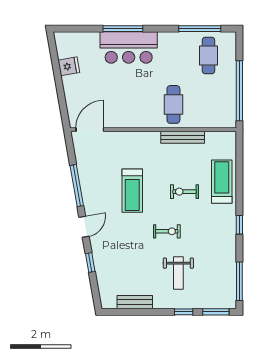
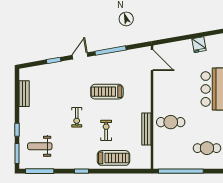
door: (84, 227) -> (80, 56), swing flipped
weight bench: (178, 273) -> (40, 146), moved

